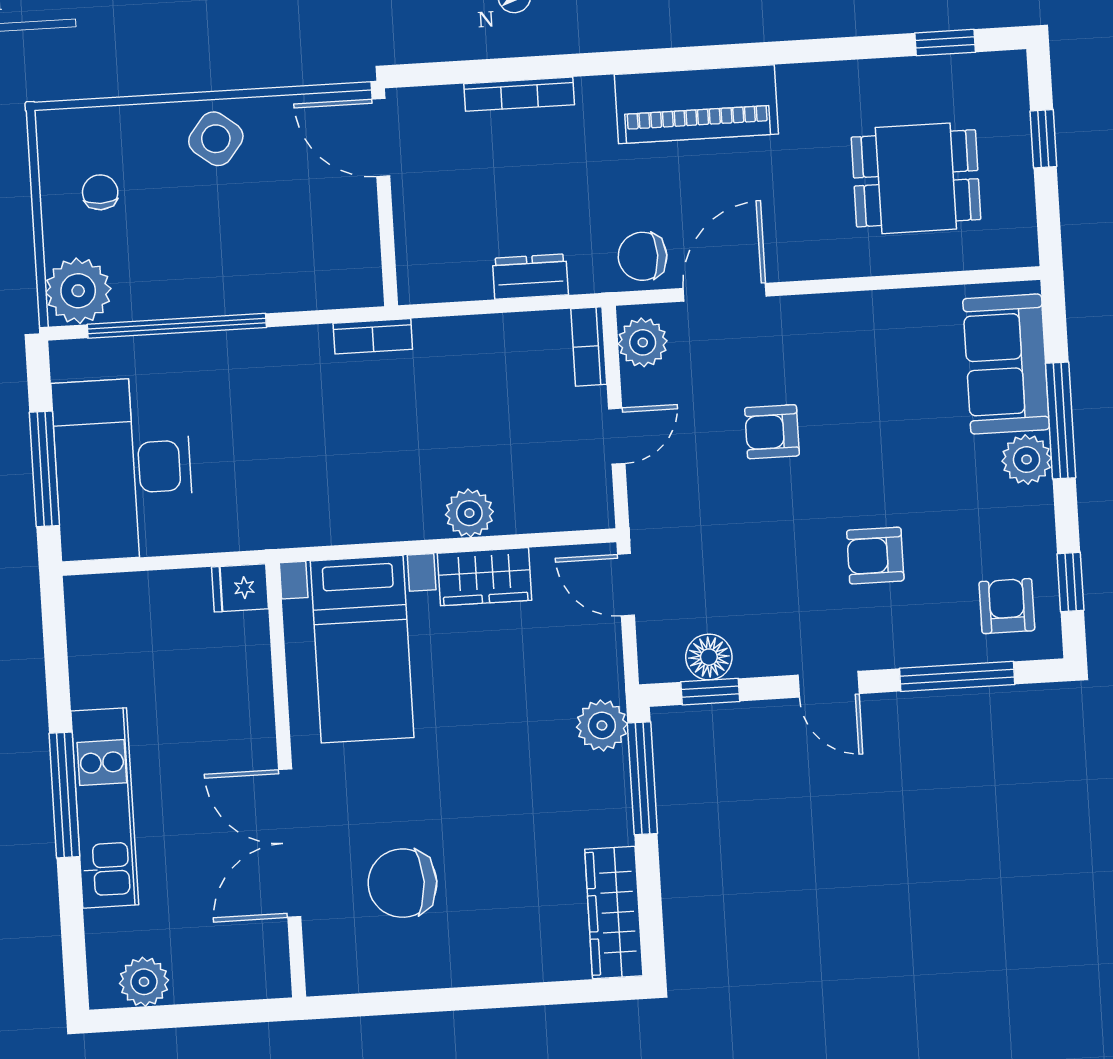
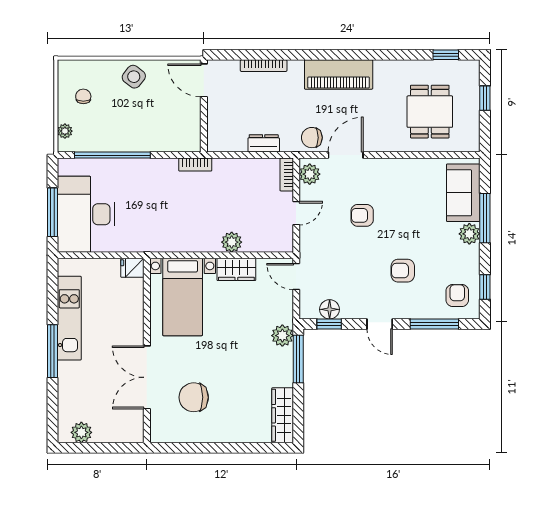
dining table: (916, 178) -> (430, 112), turned 90
plant: (78, 291) -> (65, 131), width x0.53, depth x0.53
kitchen unit: (105, 808) -> (69, 318), moved

